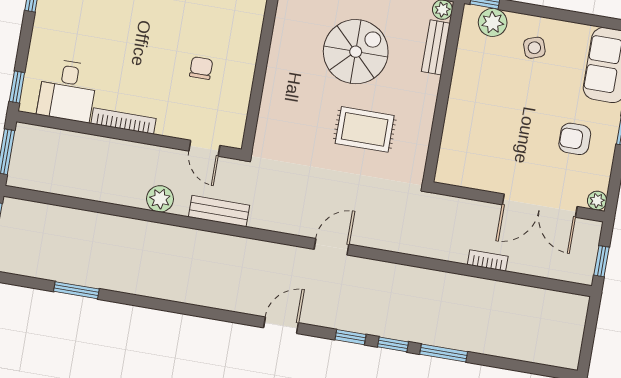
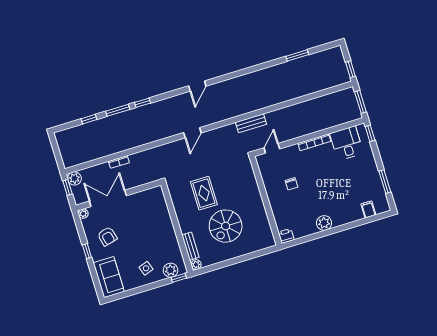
rug: (365, 129) -> (204, 193), turned 90
armchair: (575, 139) -> (107, 236), turned 76
door: (204, 148) -> (272, 148), hinge flipped
plant: (160, 199) -> (74, 178), moved
window: (350, 337) -> (89, 119), moved

